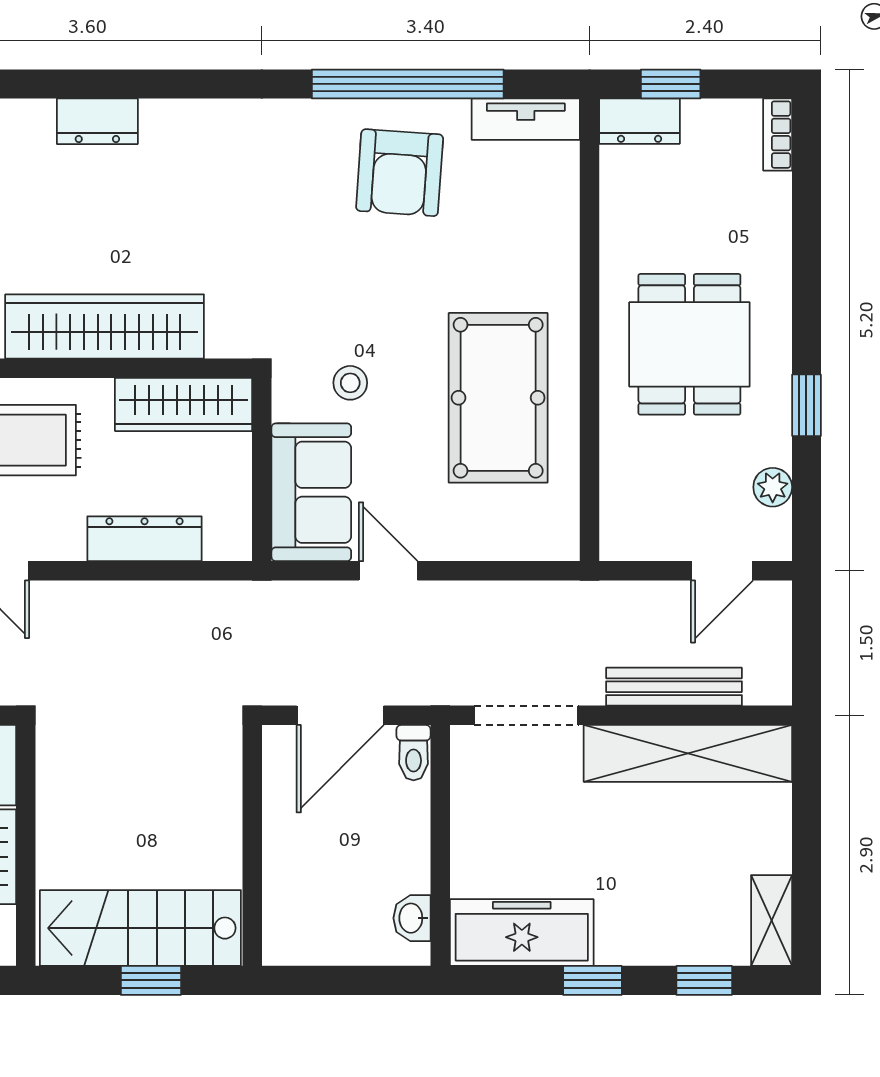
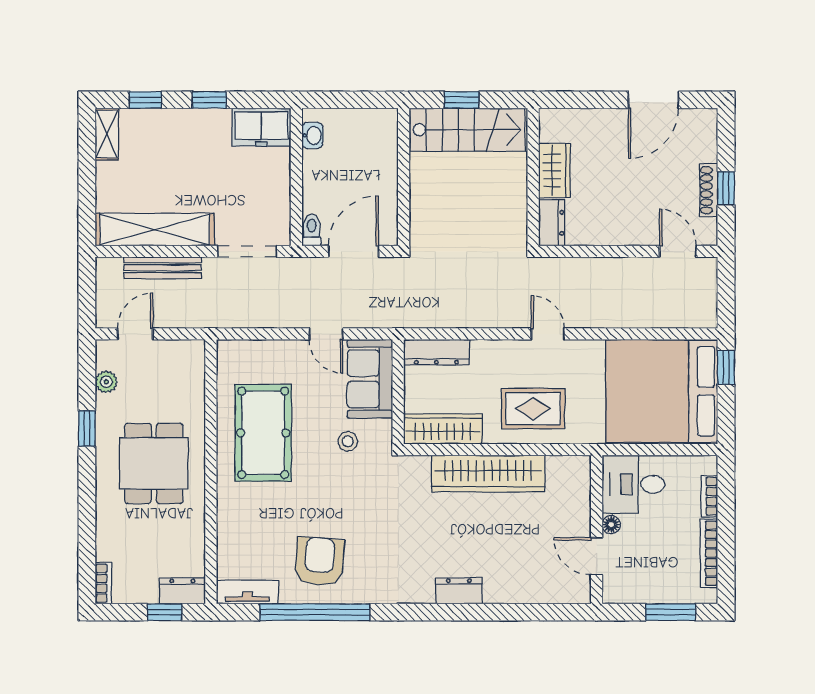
dresser: (97, 121) -> (459, 591), moved
dresser: (145, 539) -> (436, 352), moved
freezer: (522, 933) -> (261, 127), width x0.71

